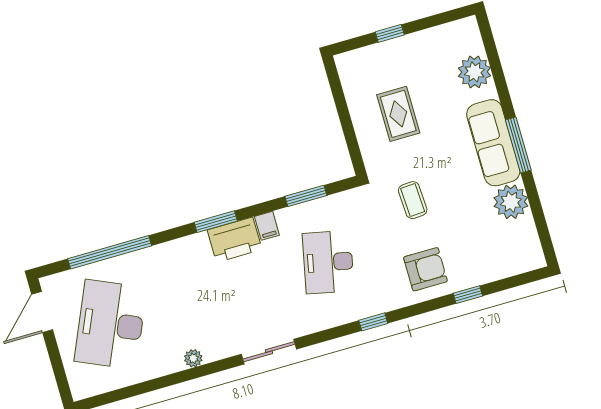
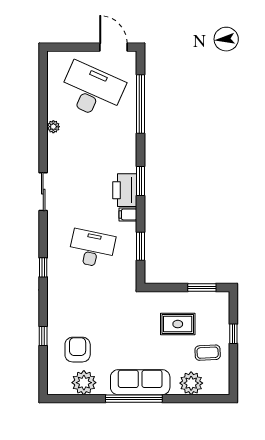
window: (338, 95) -> (202, 288), added
window: (518, 145) -> (134, 399), width x1.46
coffee table: (413, 200) -> (208, 353), moved
plant: (511, 202) -> (84, 383), moved
armchair: (425, 269) -> (78, 350), moved, turned 180
plant: (193, 358) -> (53, 127), moved

